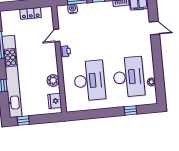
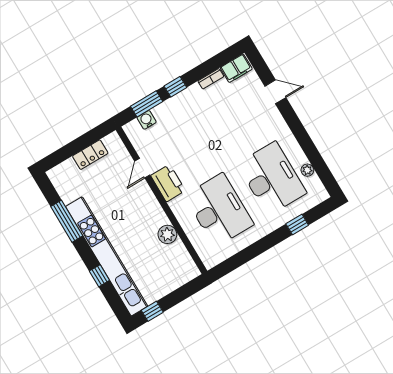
printer: (65, 51) -> (168, 183), width x1.87, depth x1.48
fridge: (55, 101) -> (183, 262), removed

